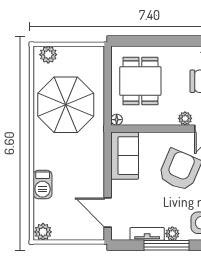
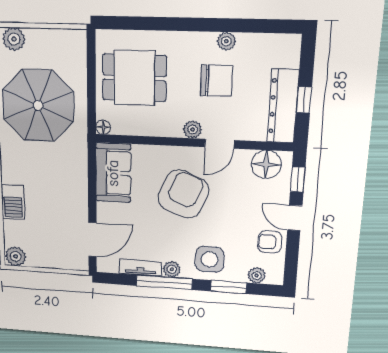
dining table: (140, 81) -> (134, 78), turned 90
door: (108, 212) -> (92, 240), swing flipped

